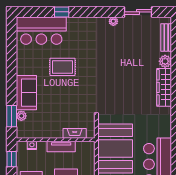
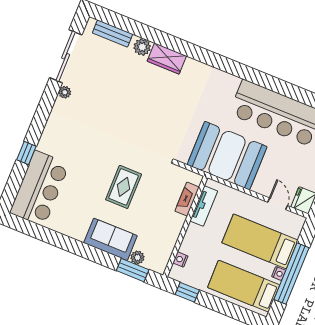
sliding door: (138, 12) -> (66, 56), width x1.37
rug: (63, 67) -> (124, 187), moved
wardrobe: (164, 87) -> (167, 59), width x0.67
tv unit: (61, 147) -> (204, 206), moved

